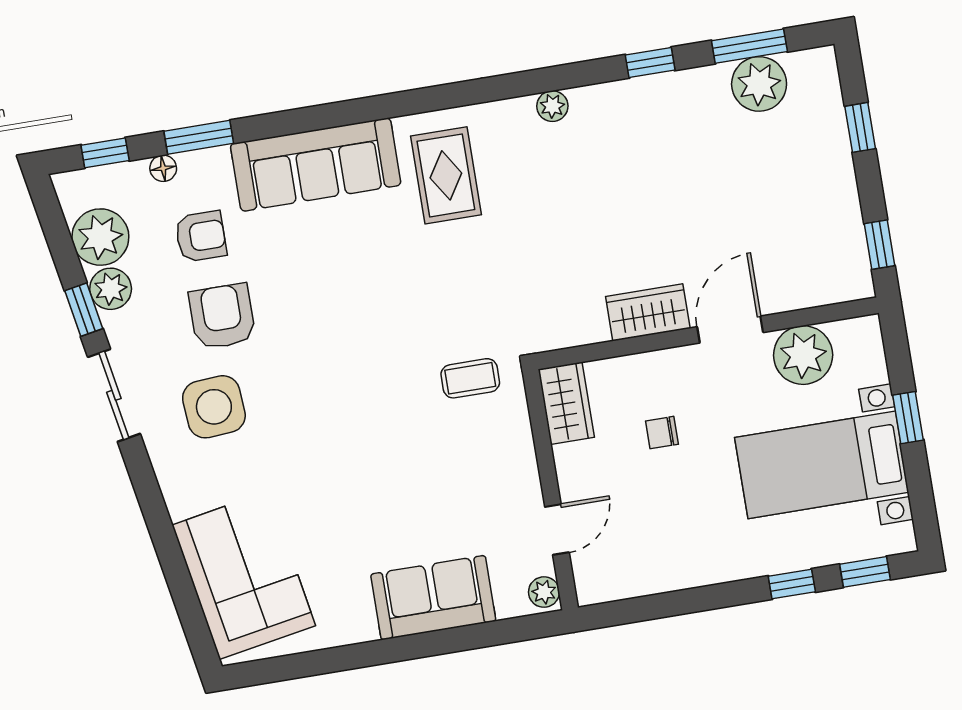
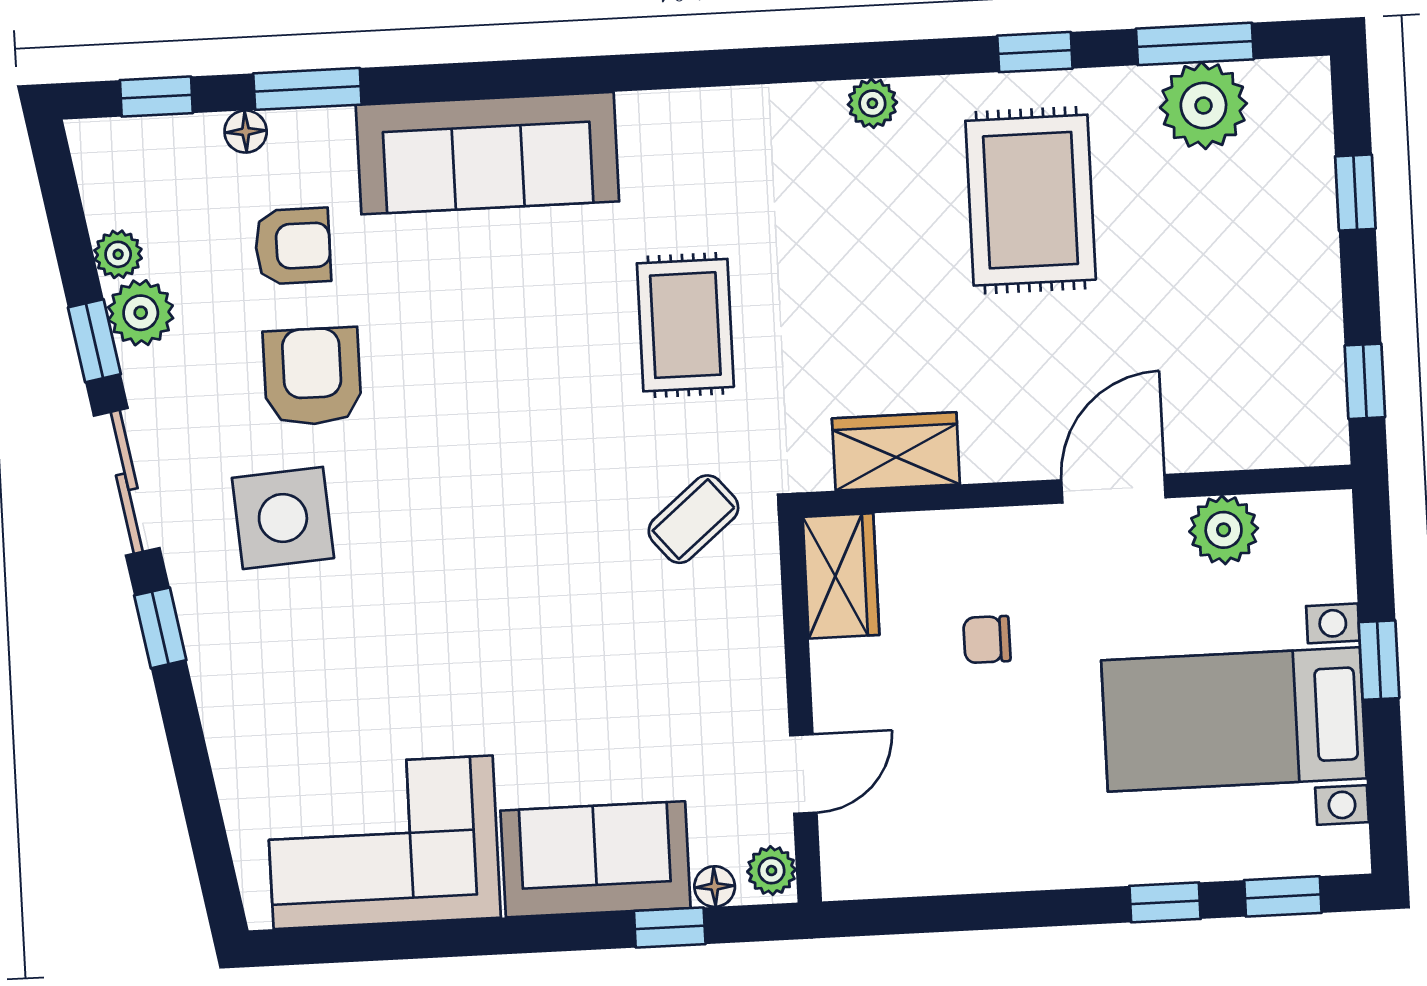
rug: (658, 155) -> (1031, 200), added
rug: (446, 175) -> (685, 325), moved
plant: (100, 237) -> (118, 254), width x0.53, depth x0.53
wardrobe: (648, 312) -> (896, 451), moved
plant: (803, 355) -> (1224, 530), width x0.73, depth x0.73
coffee table: (470, 378) -> (693, 519), turned -40
window: (145, 484) -> (160, 628), added
corner sofa: (244, 575) -> (383, 842), moved, turned -80
floor lamp: (510, 606) -> (715, 887), added
window: (484, 635) -> (670, 927), added

